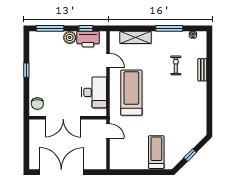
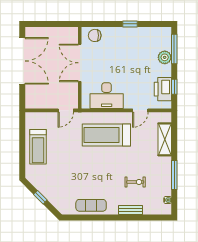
plant: (70, 37) -> (165, 57), moved
treadmill: (131, 93) -> (106, 135), turned 180
exercise mat: (198, 107) -> (91, 205), added
treadmill: (156, 152) -> (38, 147), moved, turned 90

